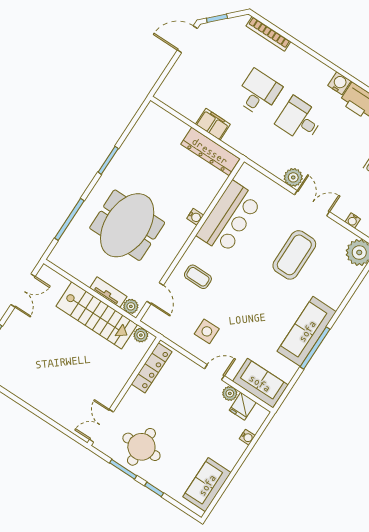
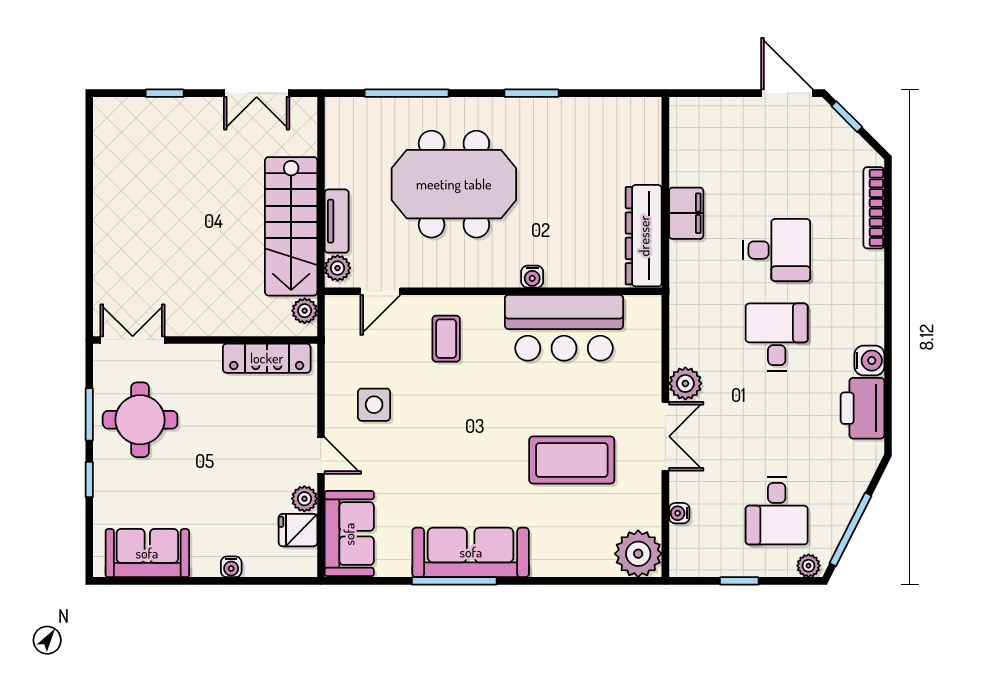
water cooler: (247, 437) -> (231, 567), moved

